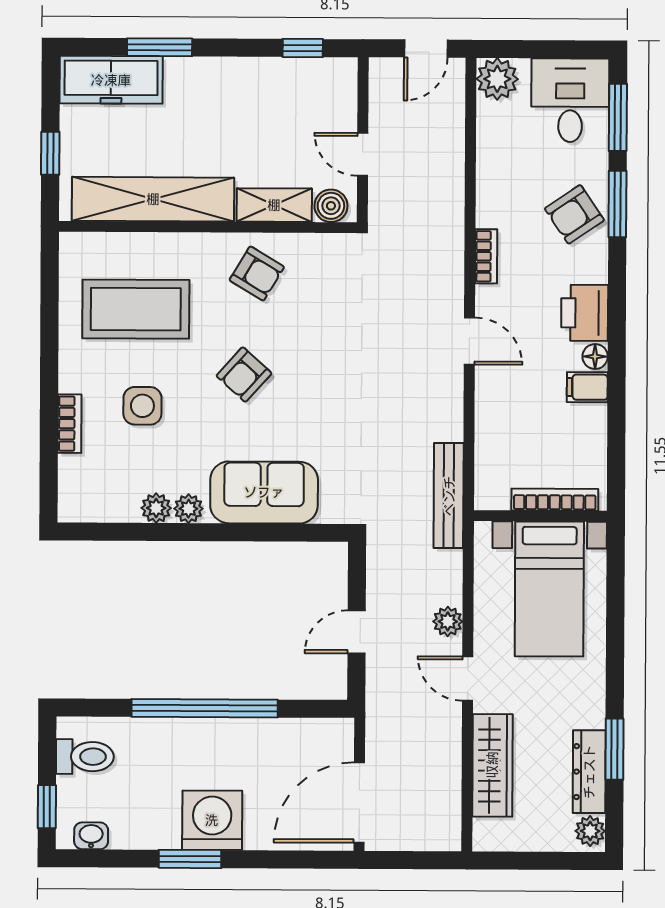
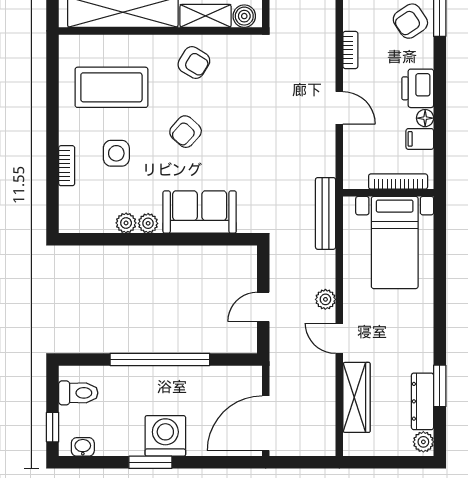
bookcase: (555, 500) -> (398, 182), moved
wall: (540, 516) -> (388, 193), moved
bed with nightstands: (549, 589) -> (395, 243), moved

